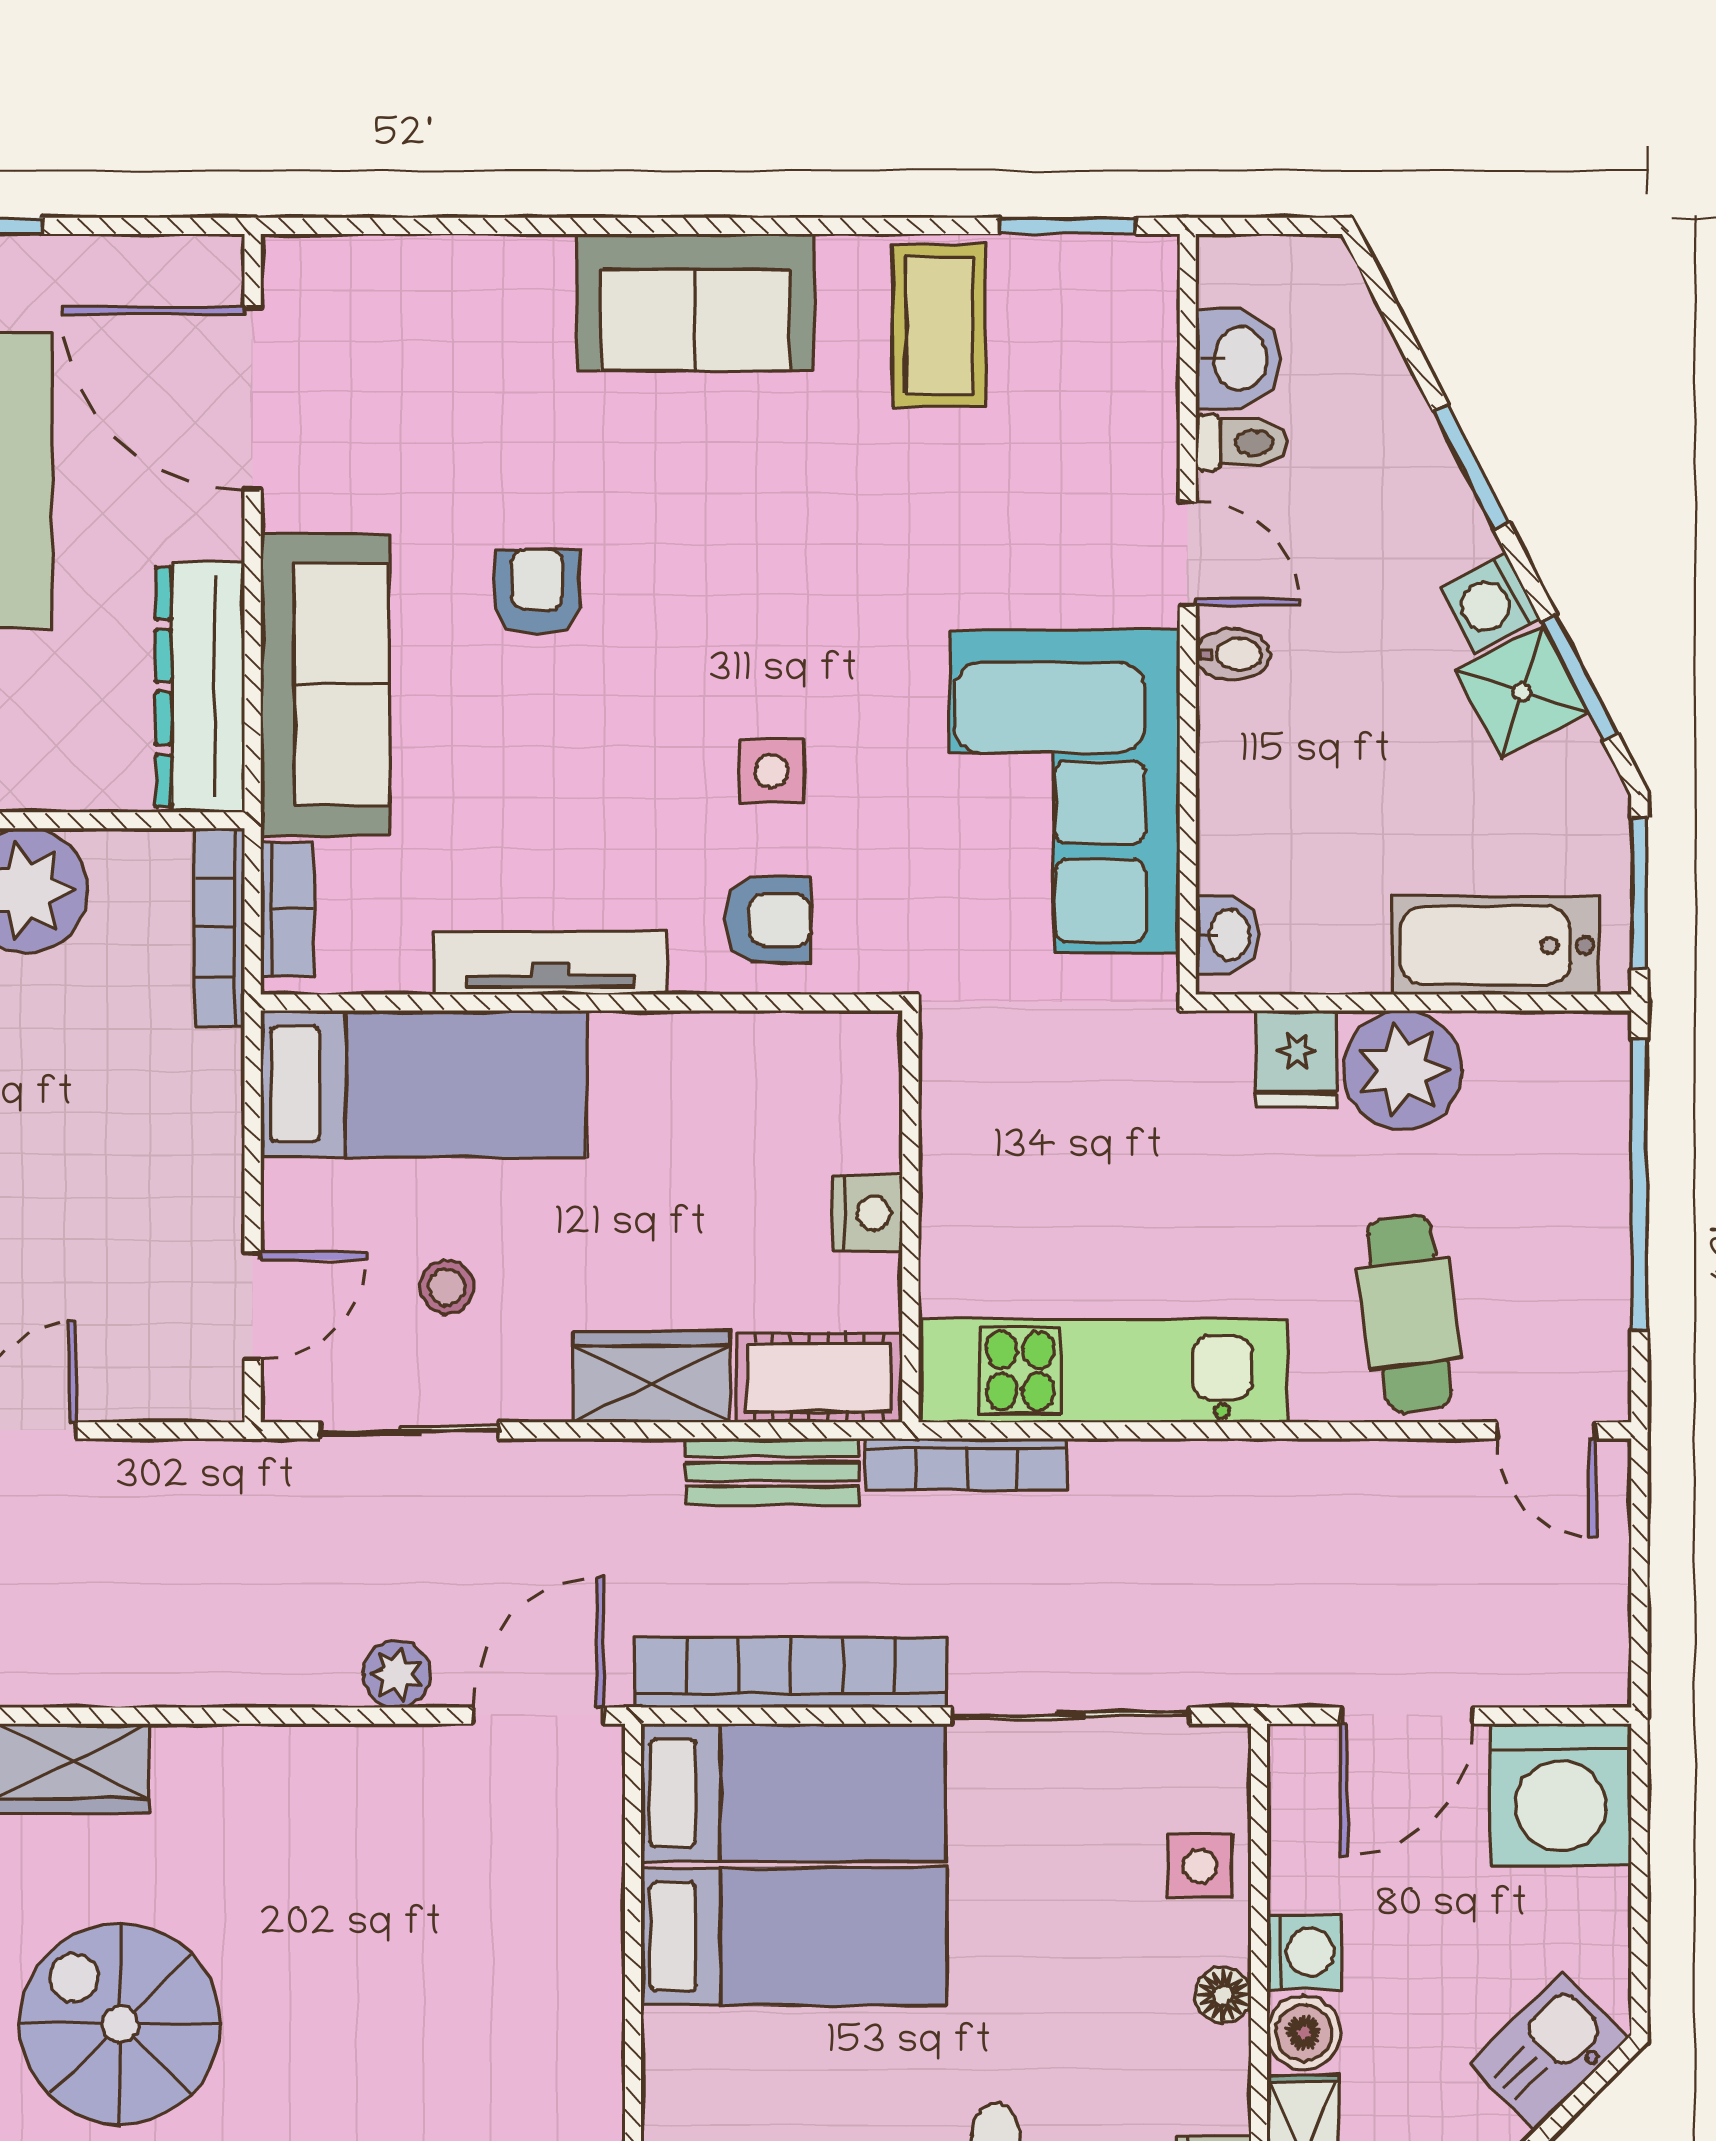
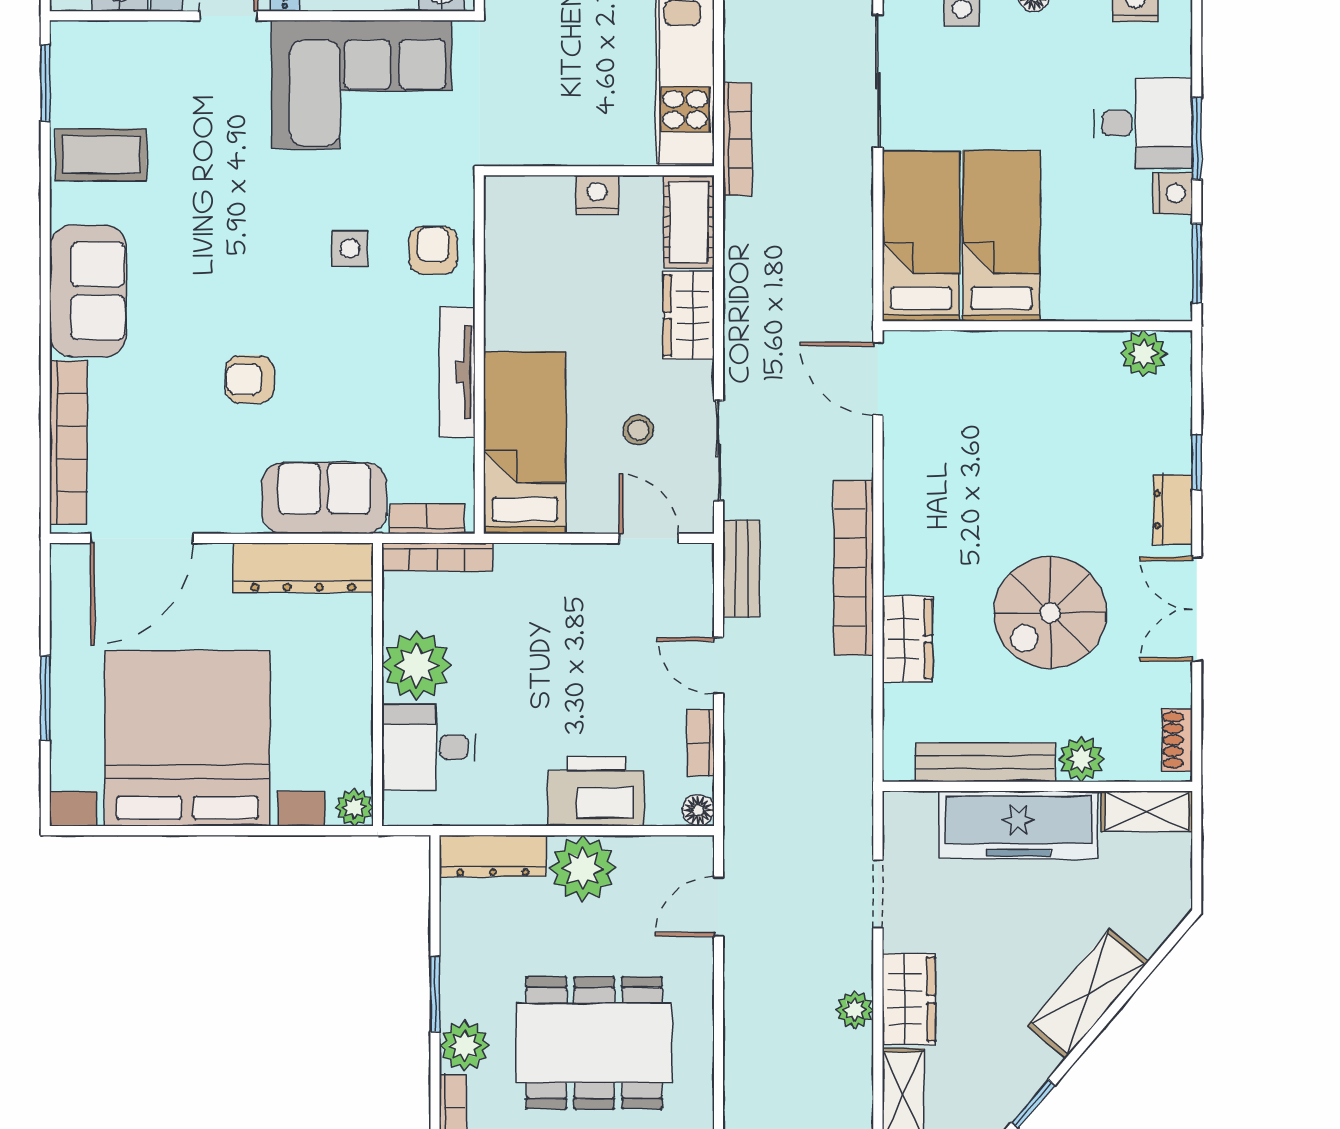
bookcase: (424, 267) -> (68, 443), added
sofa: (325, 685) -> (324, 498), width x0.73
bench: (772, 1471) -> (741, 569), moved
bookcase: (791, 1672) -> (854, 568), moved
plant: (397, 1674) -> (855, 458), removed

